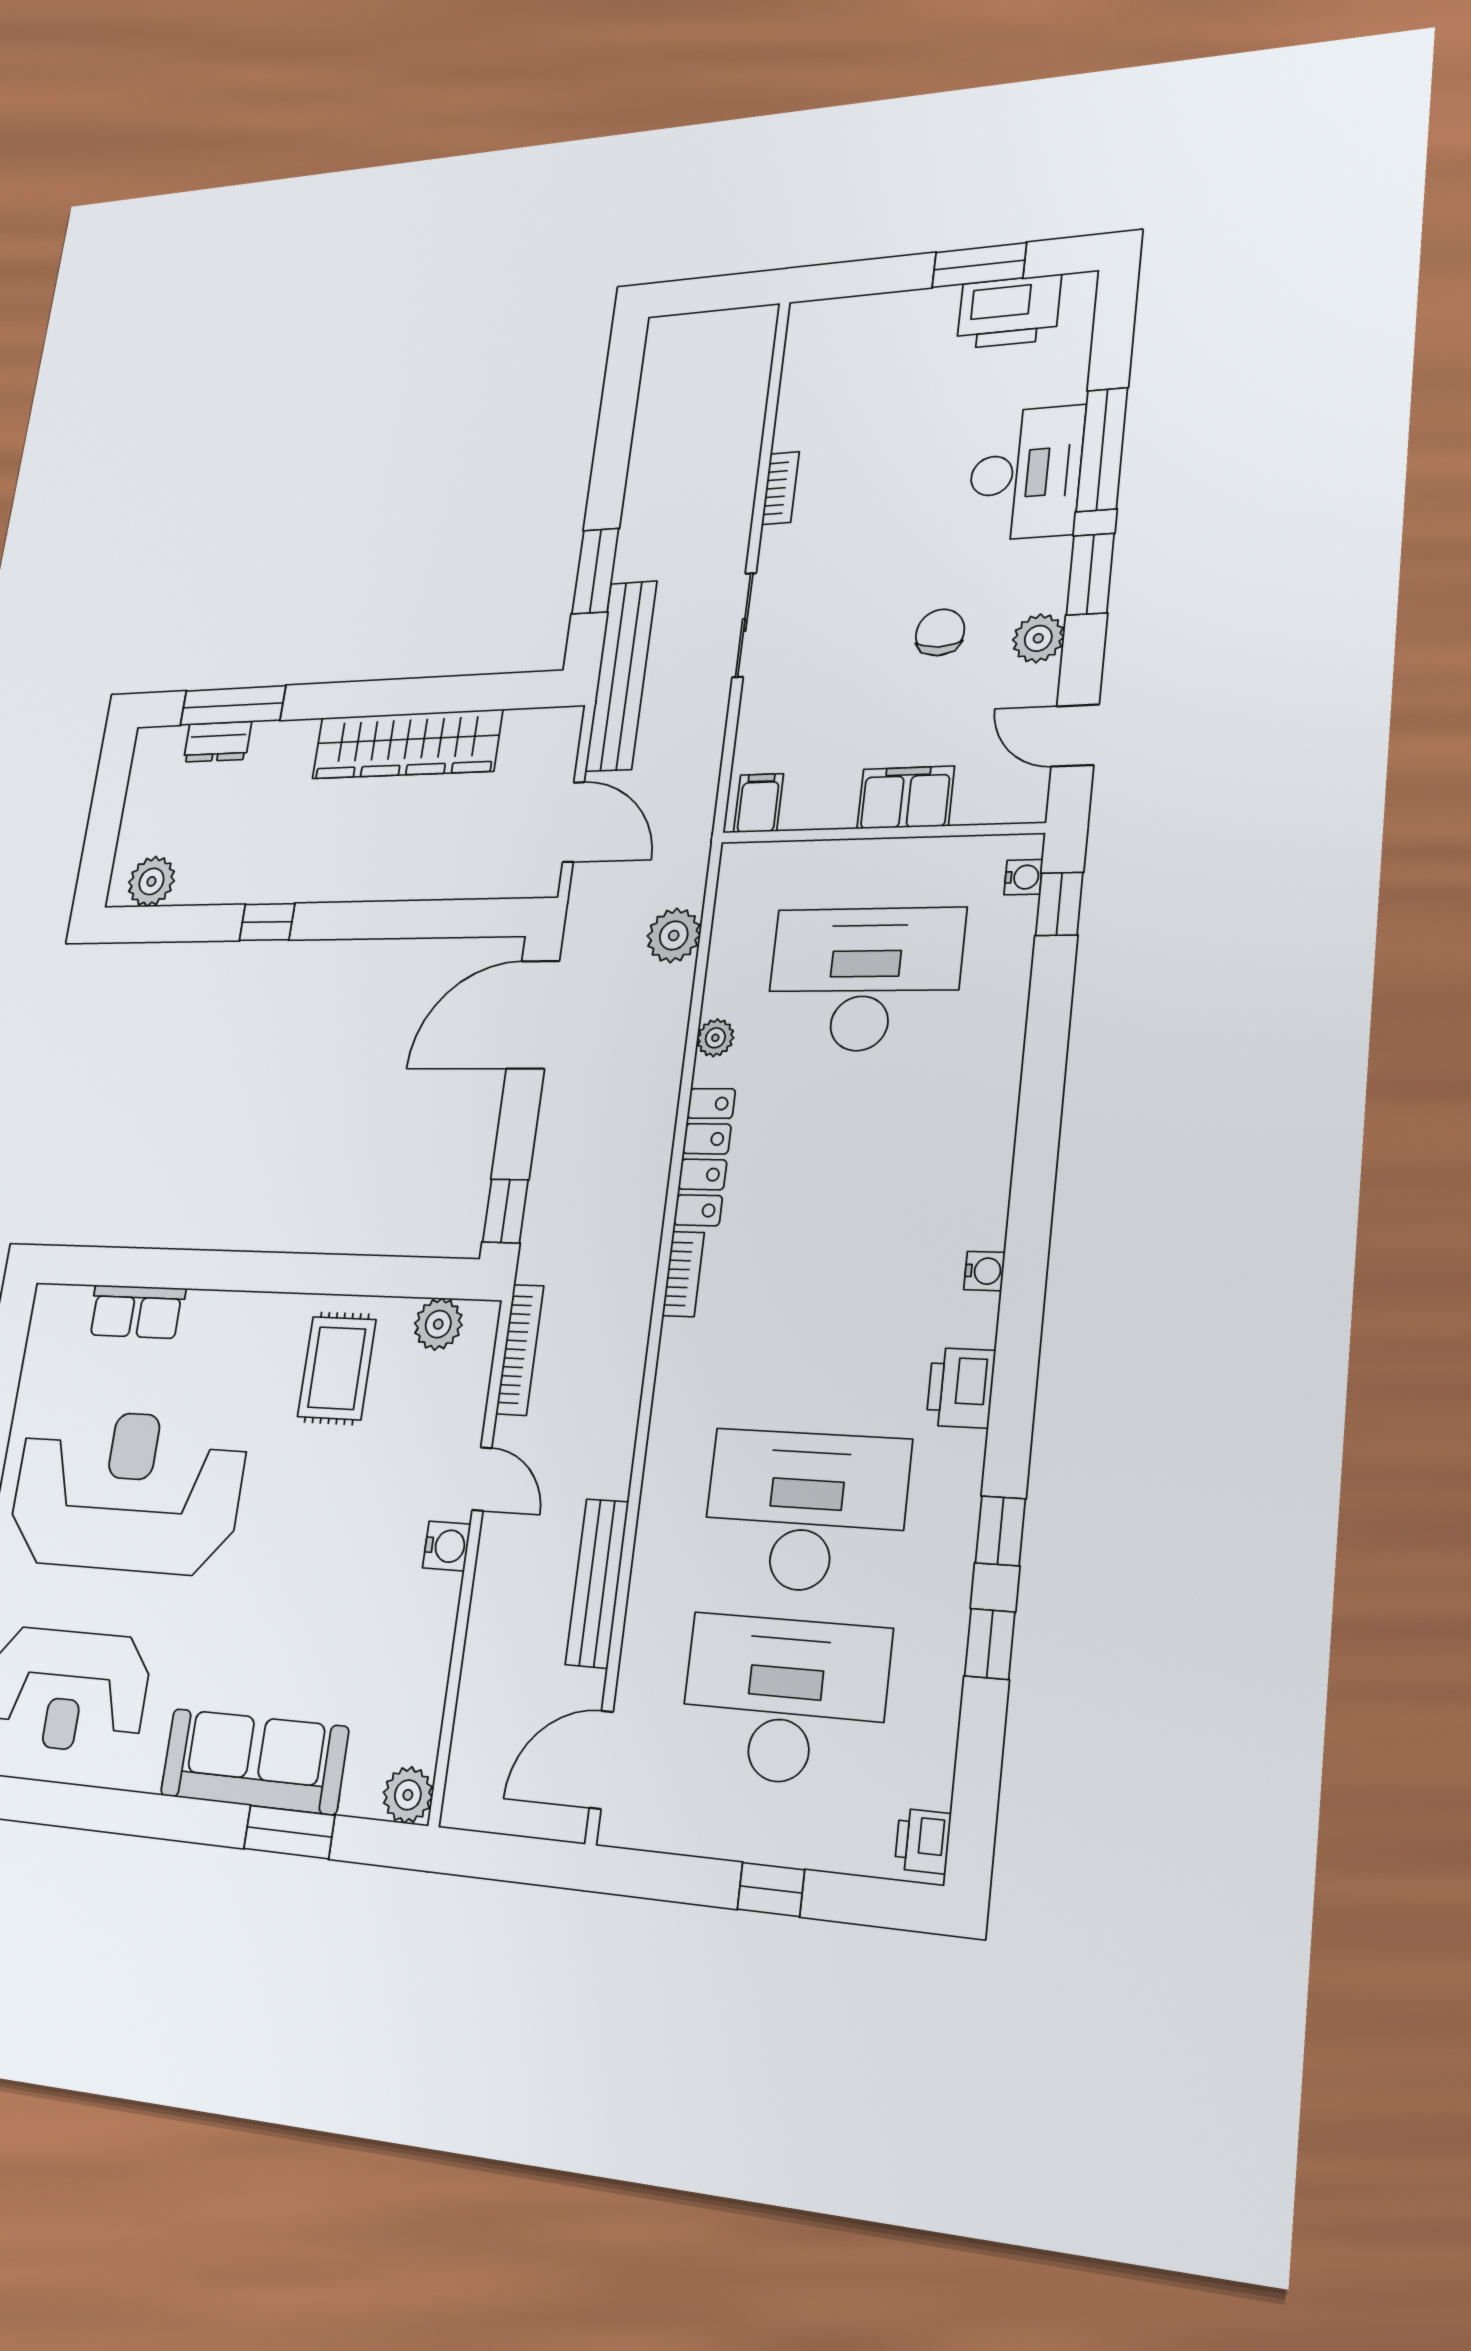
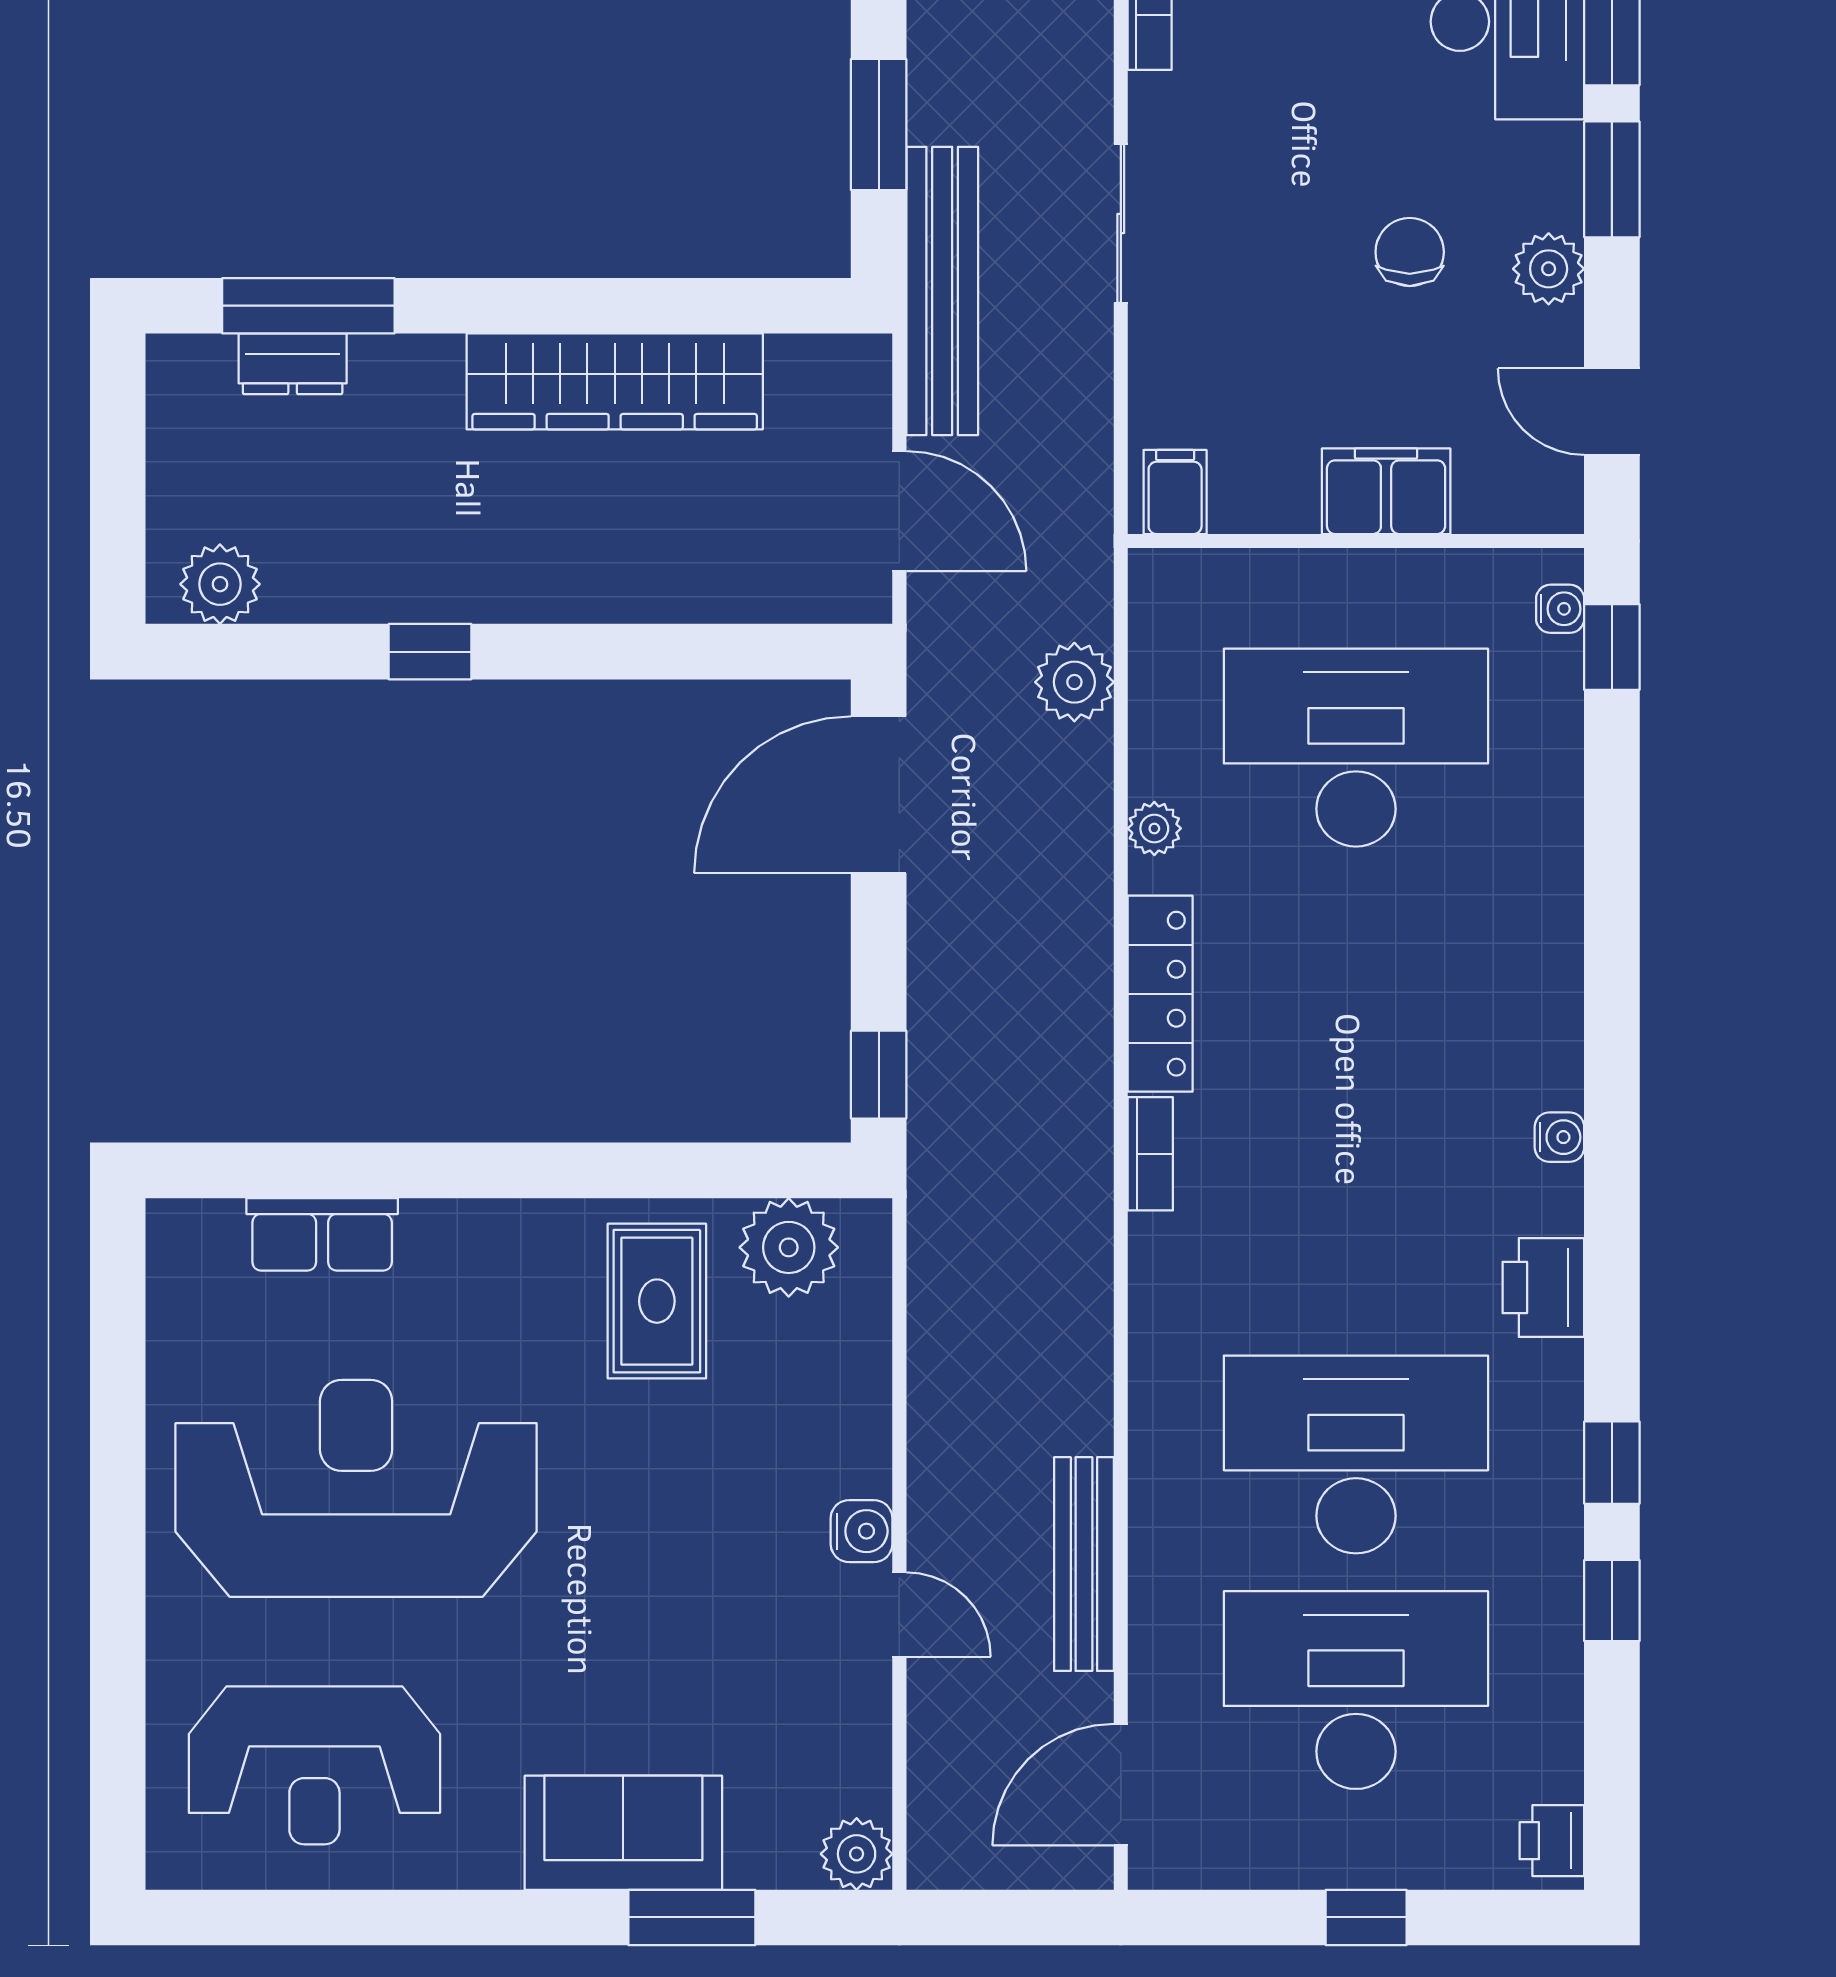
plant: (438, 1324) -> (789, 1247), width x1.36, depth x1.36
bookcase: (520, 1350) -> (929, 1264), removed
door: (482, 1479) -> (899, 1615), moved
sofa: (254, 1761) -> (623, 1833), width x0.73

